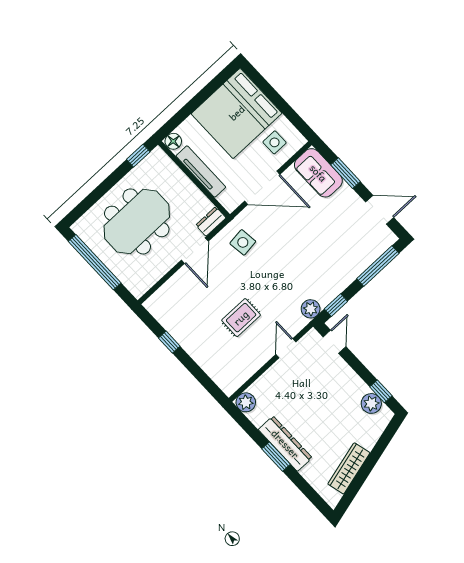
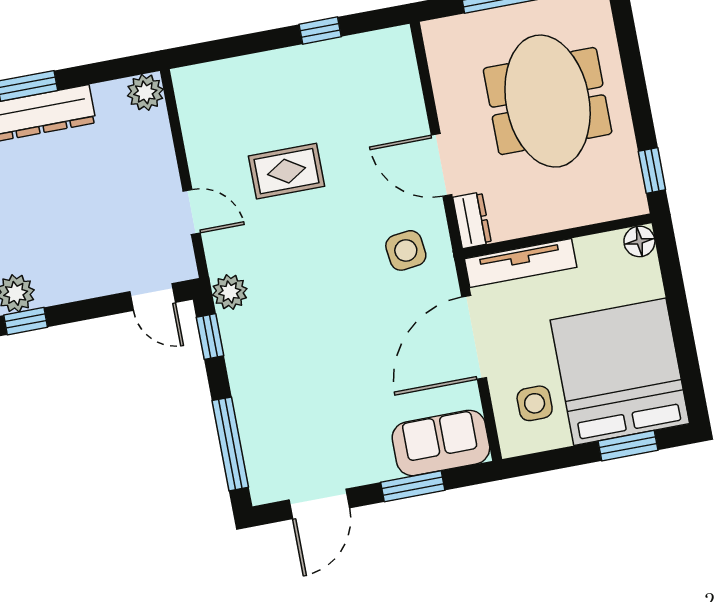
window: (267, 89) -> (628, 446), added
tv unit: (201, 171) -> (521, 263), moved
rug: (241, 318) -> (287, 171), turned 90

